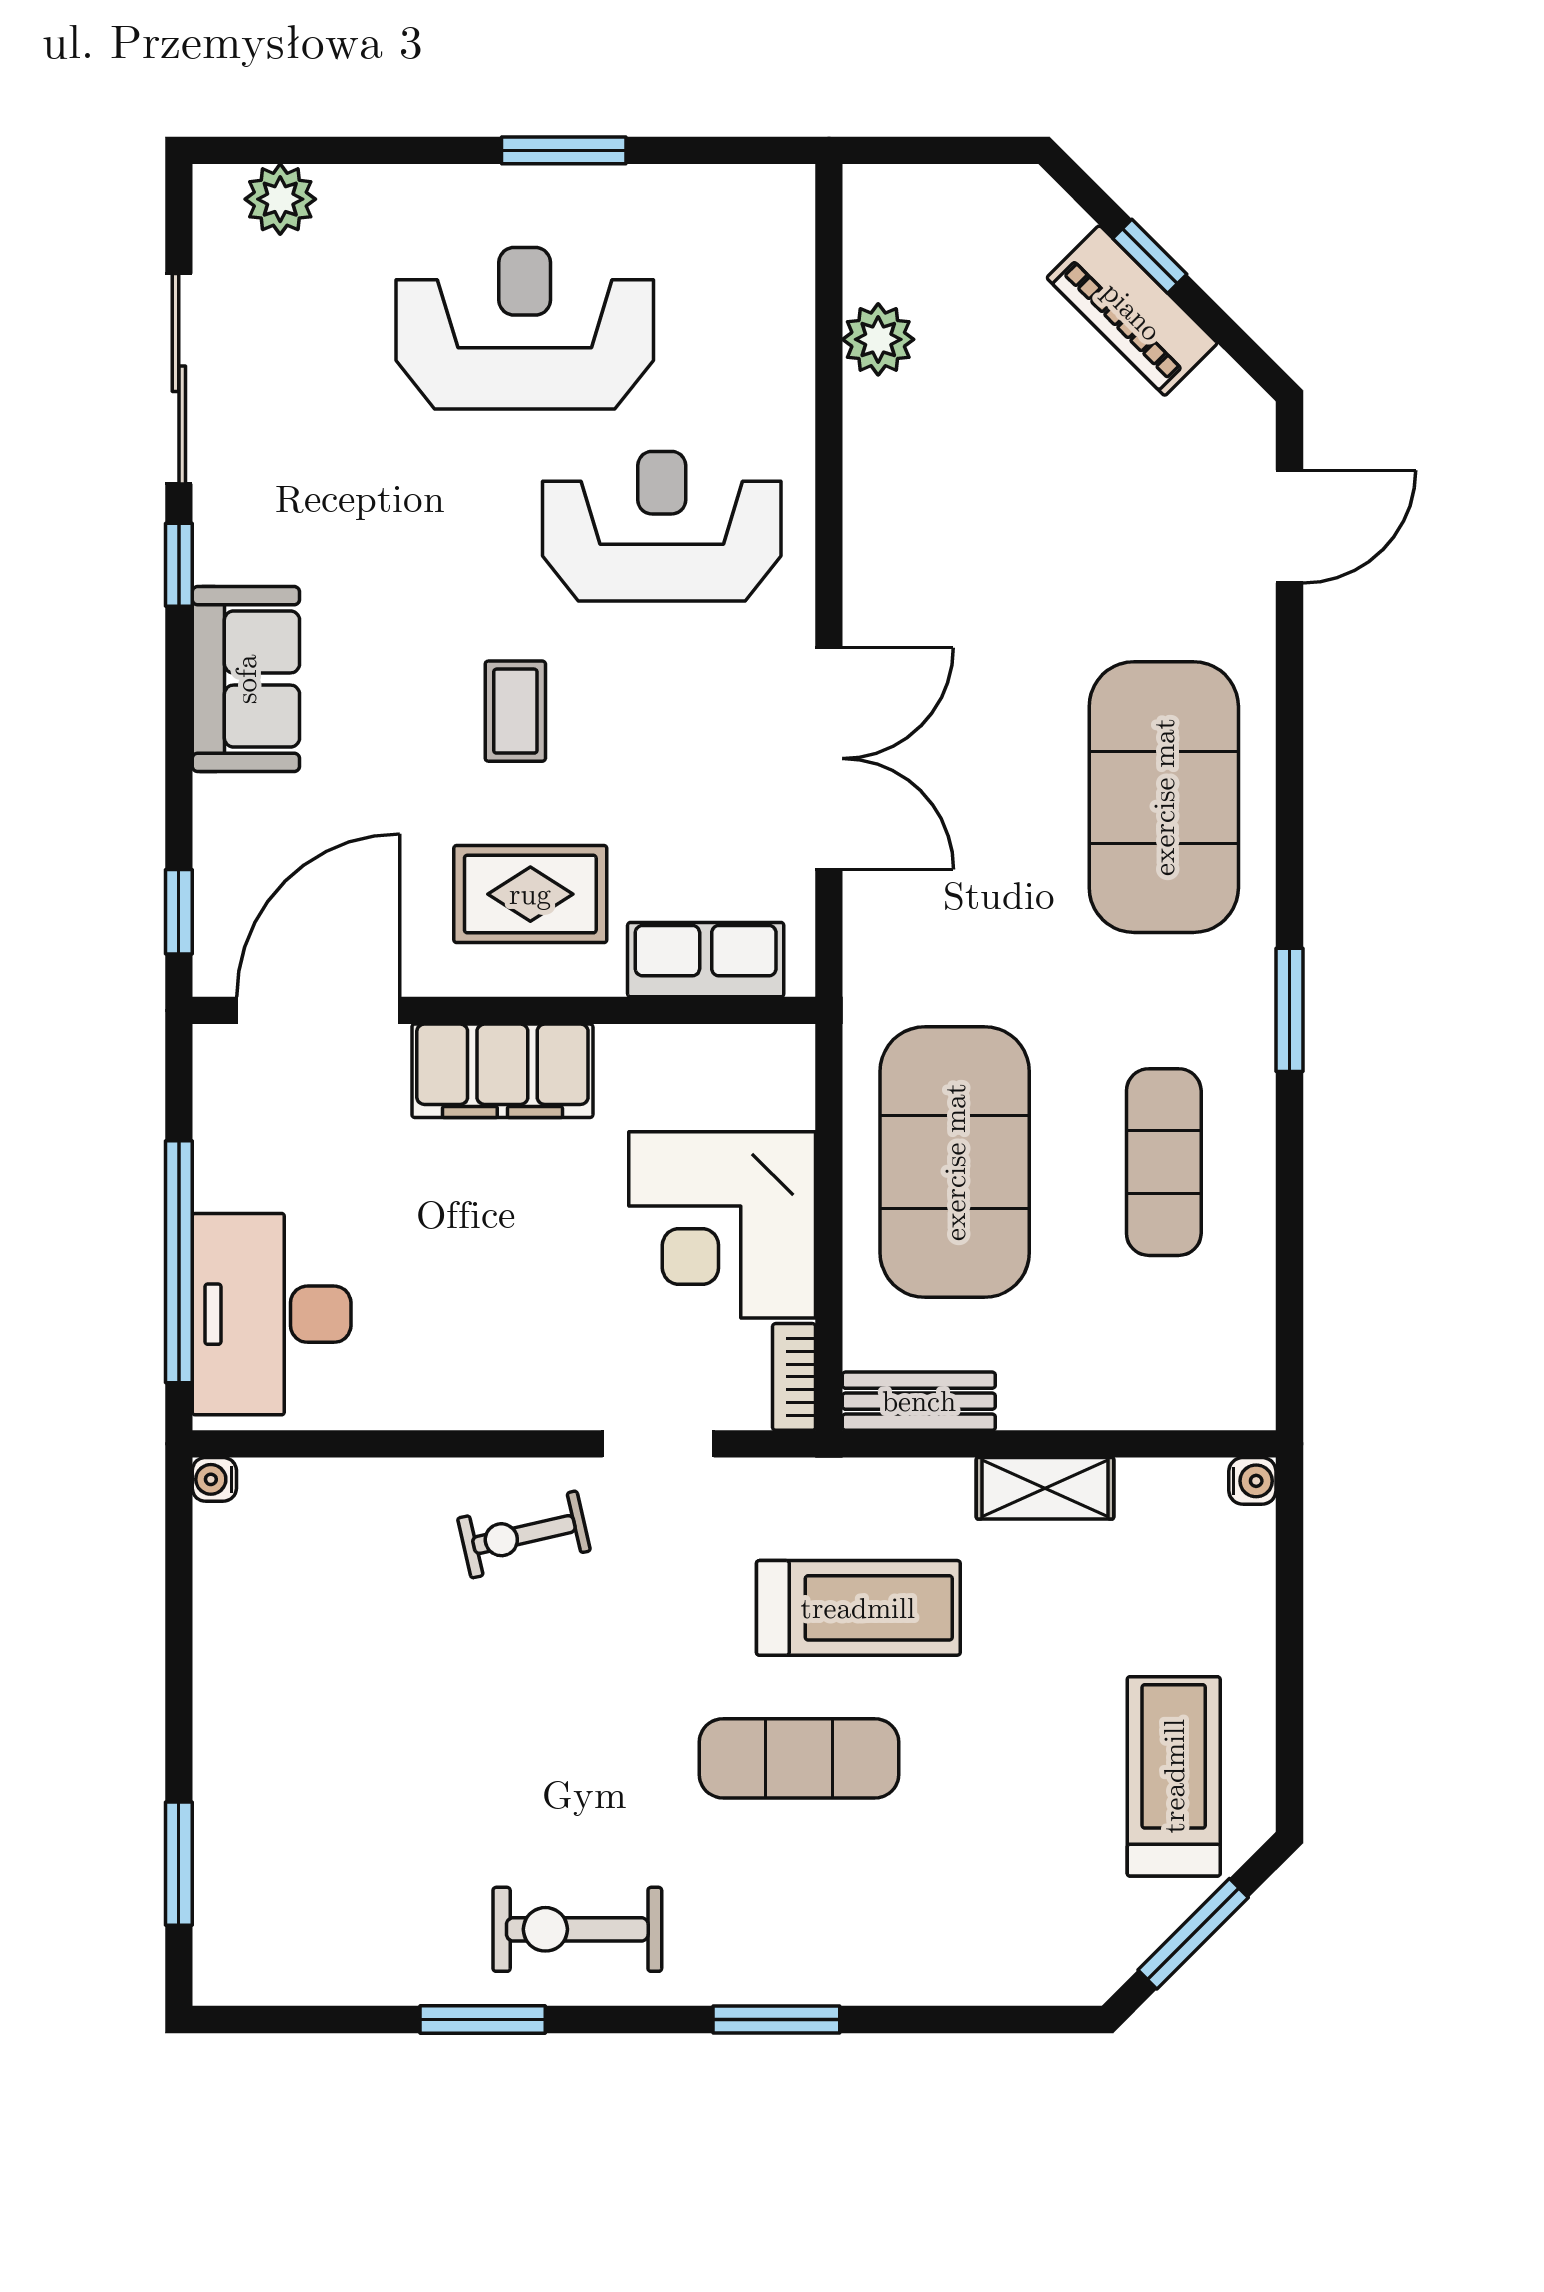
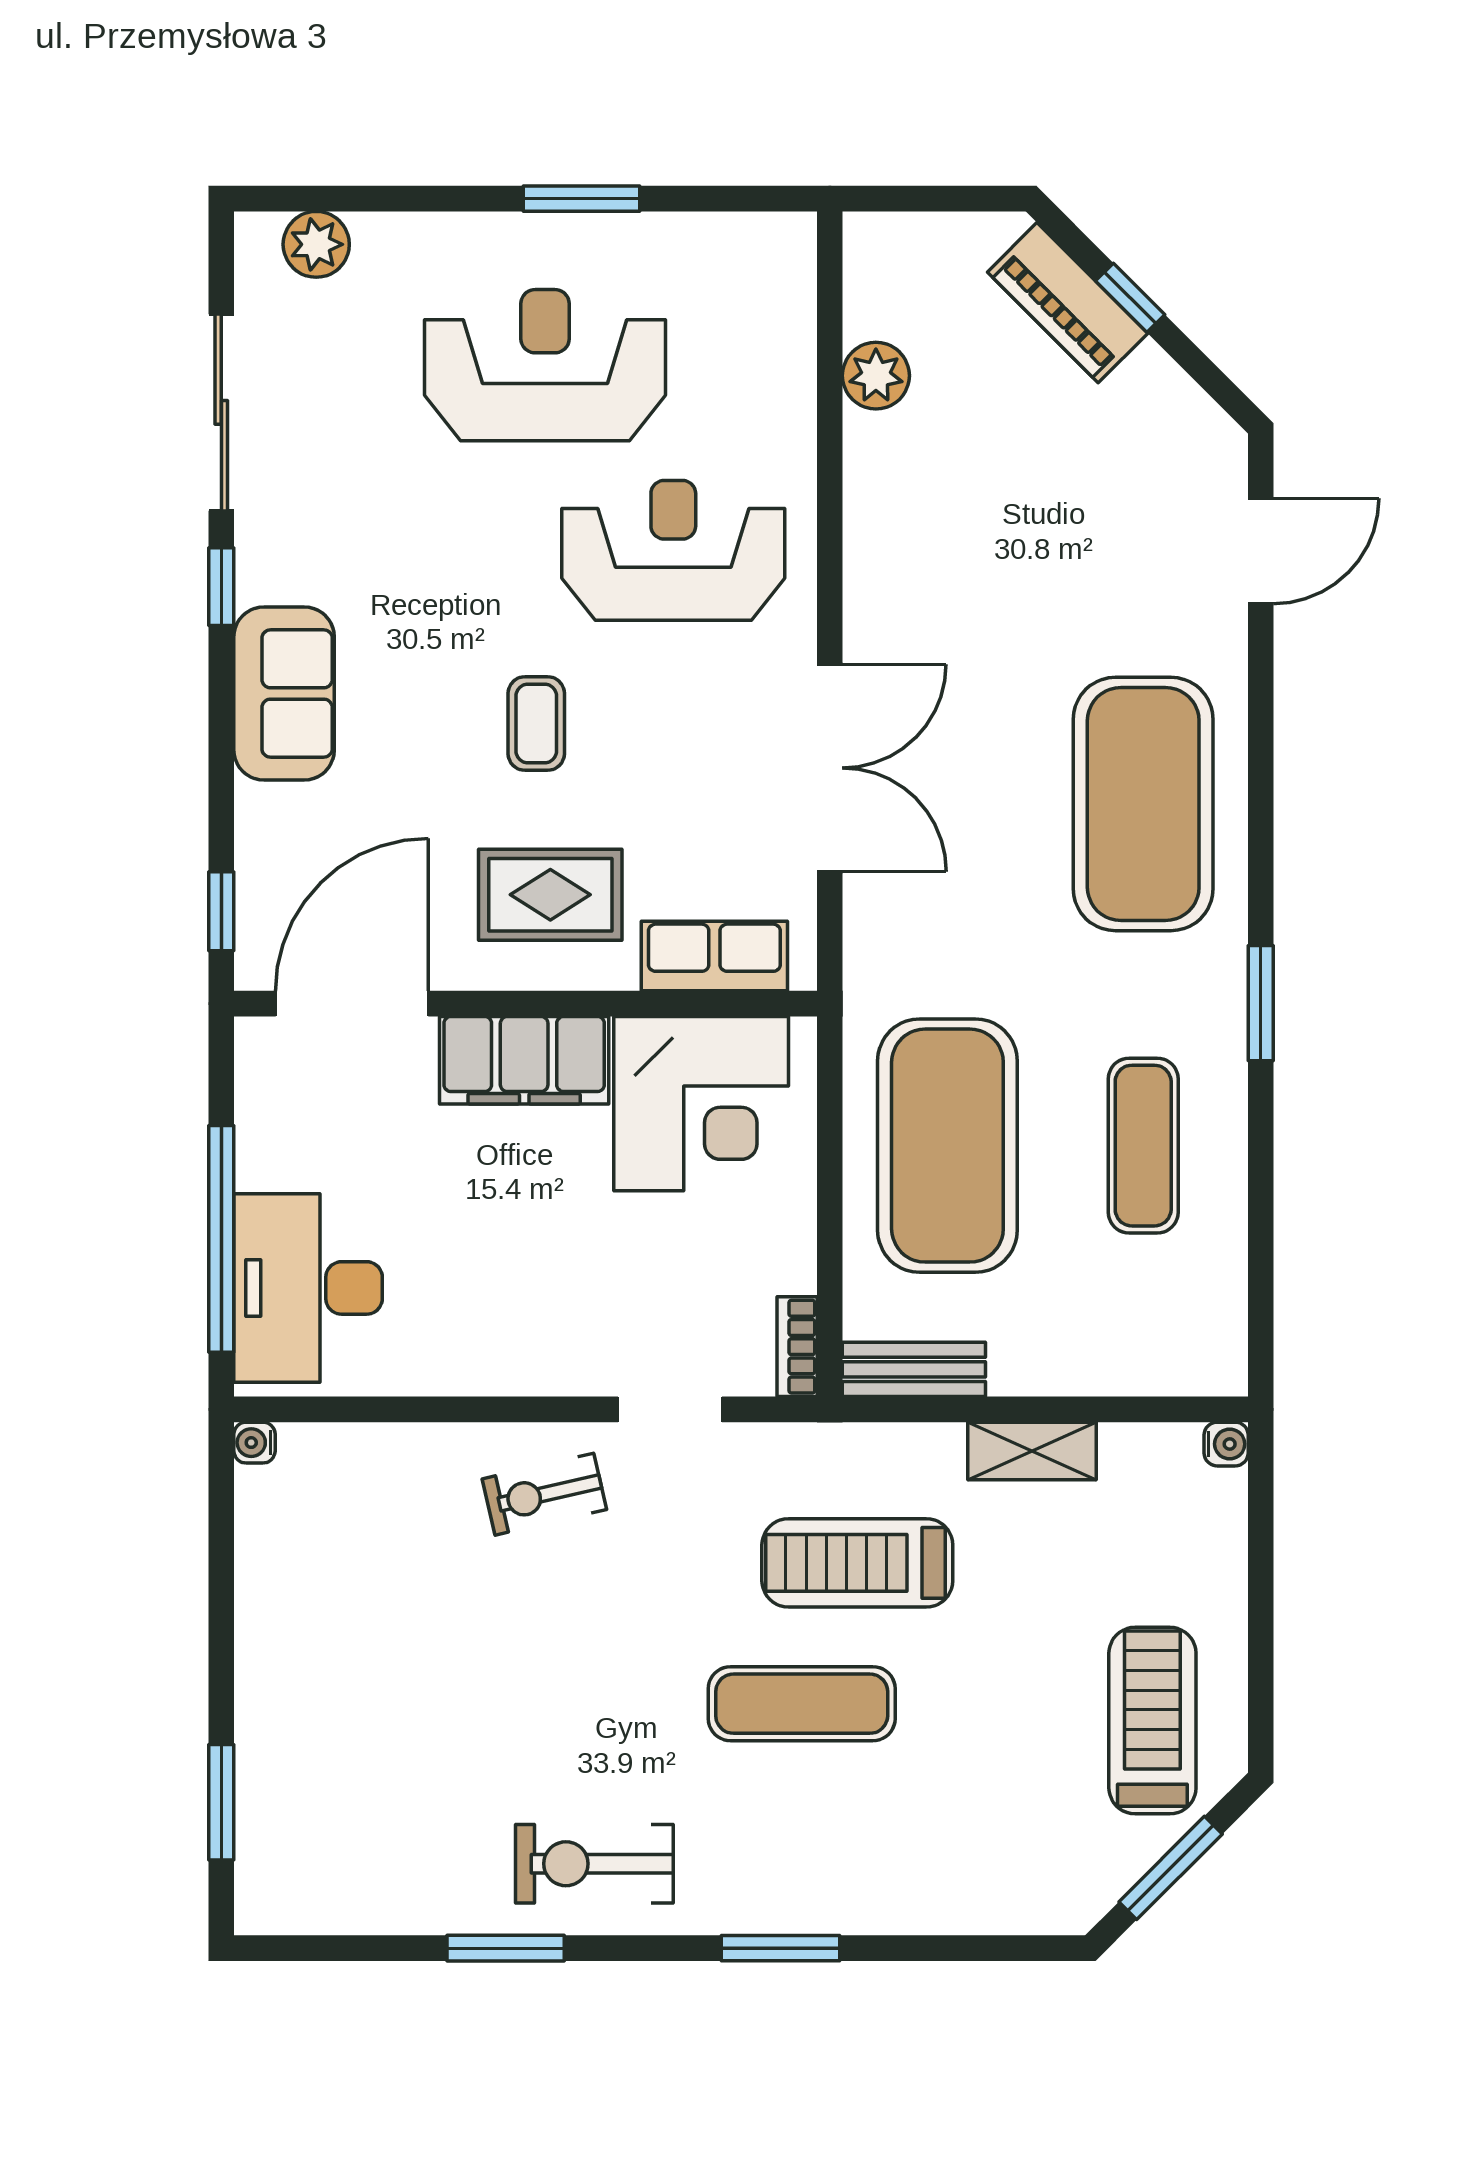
piano: (1132, 311) -> (1068, 303), moved
corner desk: (722, 1225) -> (701, 1104), moved, turned -90
treadmill: (858, 1608) -> (857, 1563), turned 180

